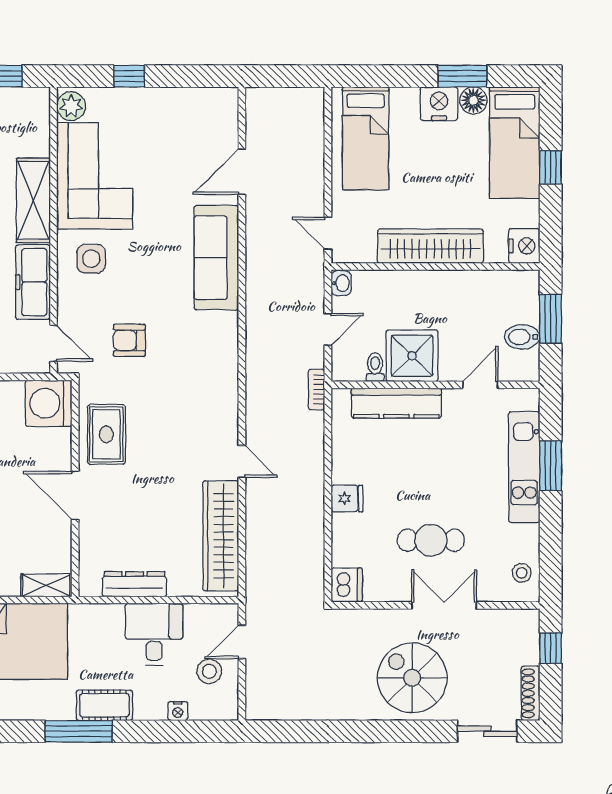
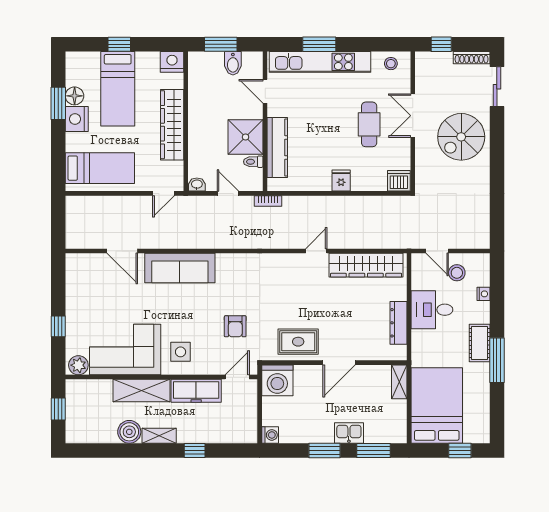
bed: (515, 143) -> (118, 89), moved, turned 90
kitchen unit: (524, 467) -> (320, 62), width x1.36

